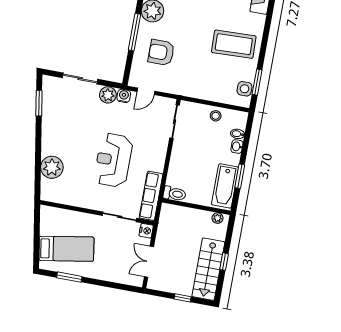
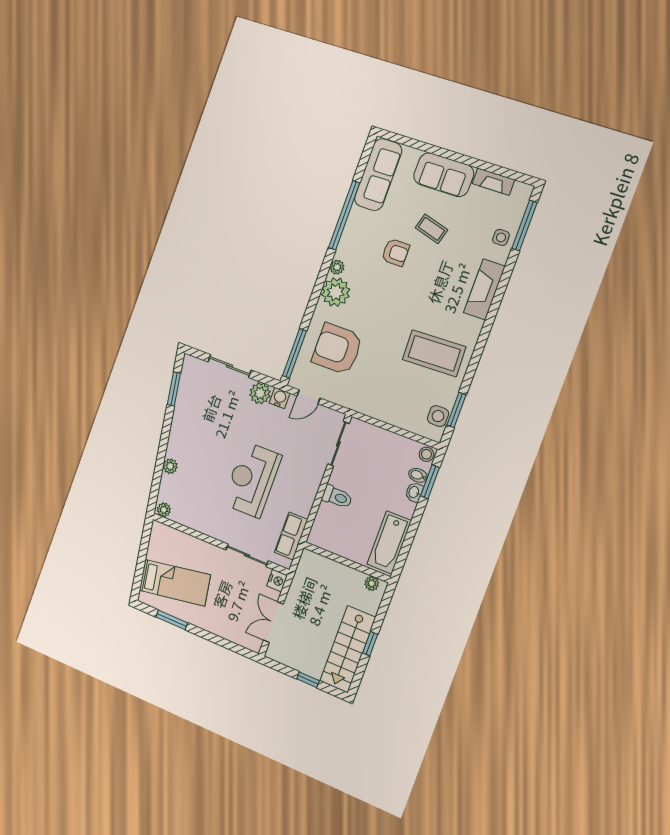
window: (134, 32) -> (294, 353), moved
armchair: (161, 52) -> (337, 349), width x1.36, depth x1.36
stool: (216, 116) -> (426, 454), moved
plant: (52, 167) -> (170, 466), width x0.53, depth x0.53
window: (240, 176) -> (430, 482), moved
toilet: (175, 194) -> (337, 497), moved
plant: (48, 196) -> (164, 510), added
row of seats: (151, 196) -> (291, 536), width x0.68

